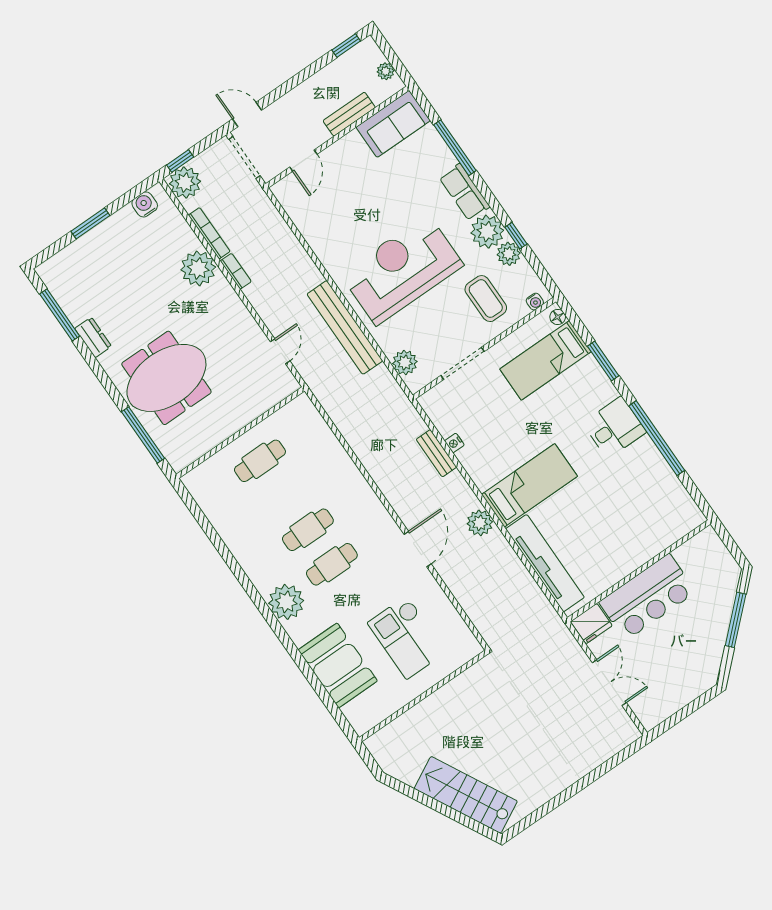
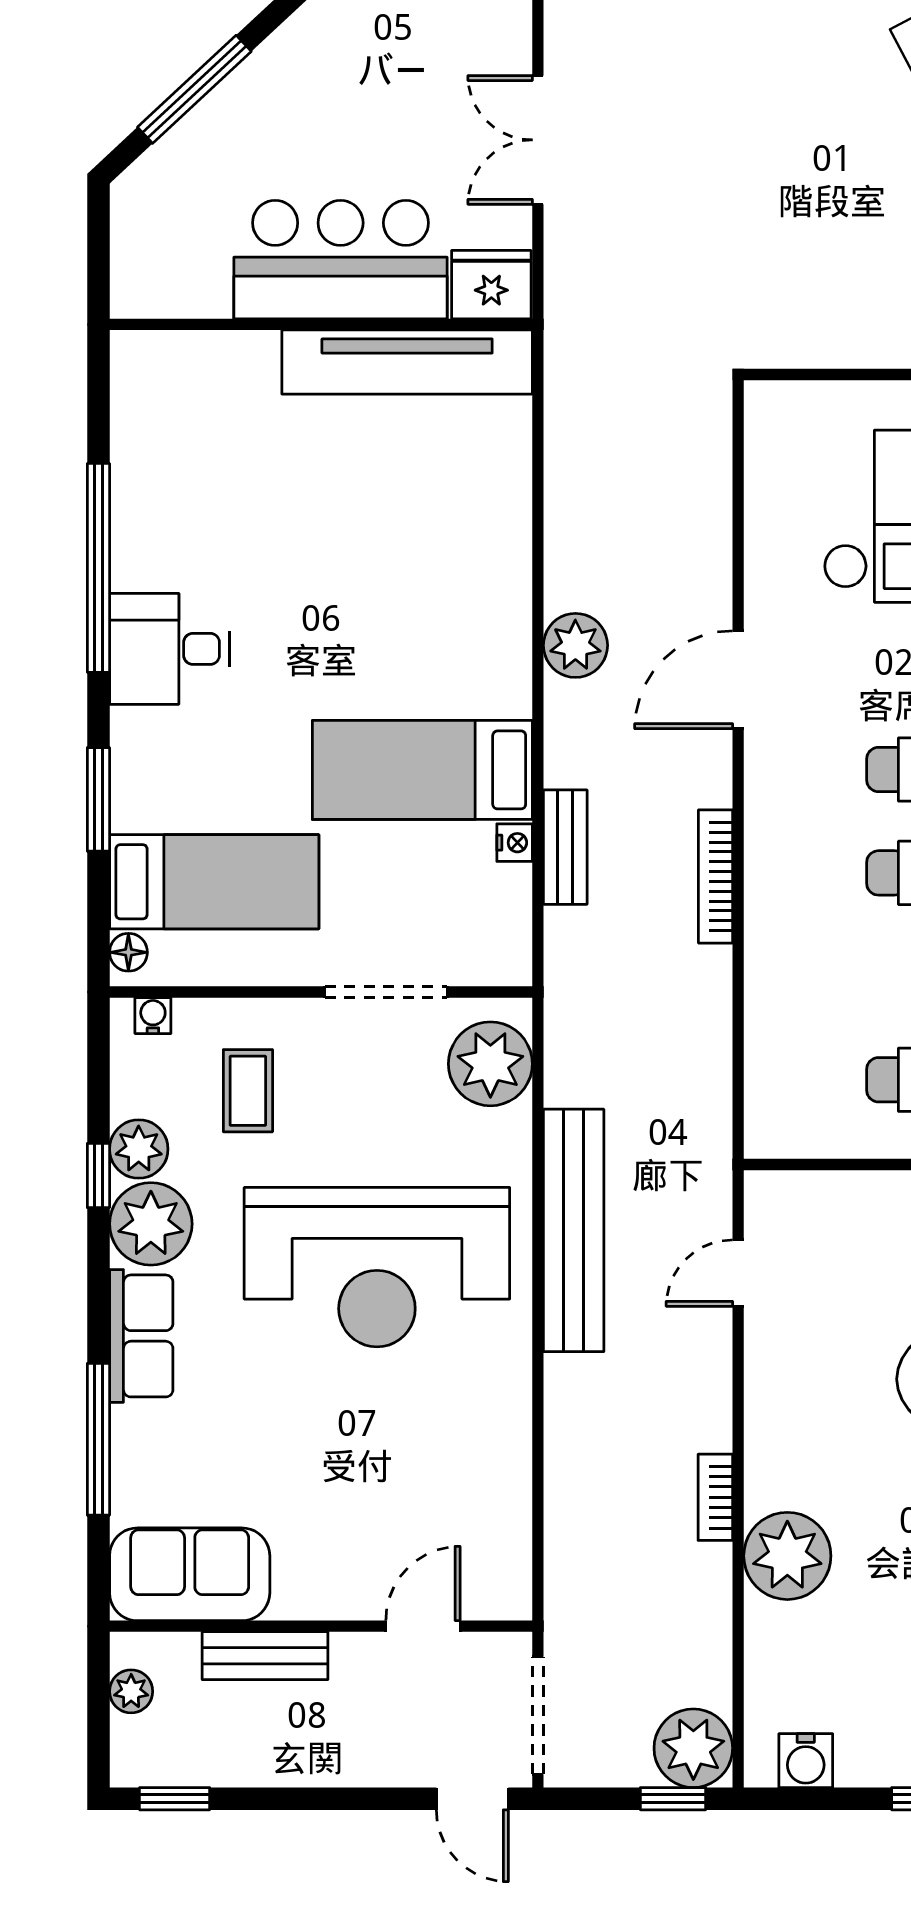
bookcase: (209, 233) -> (716, 876), moved
coffee table: (486, 299) -> (248, 1091), width x0.73, depth x0.77
plant: (405, 363) -> (490, 1064), width x1.36, depth x1.36
bed: (529, 485) -> (422, 770), moved
tv unit: (545, 563) -> (407, 362), moved, turned -90

